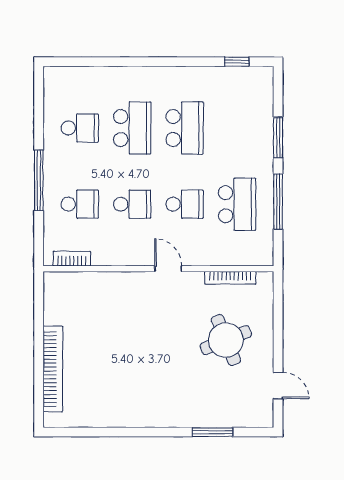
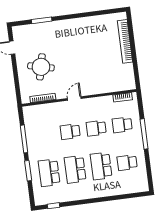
school desk: (237, 204) -> (49, 173), moved
door: (168, 269) -> (74, 99), swing flipped
round table: (226, 340) -> (41, 67), turned 35

